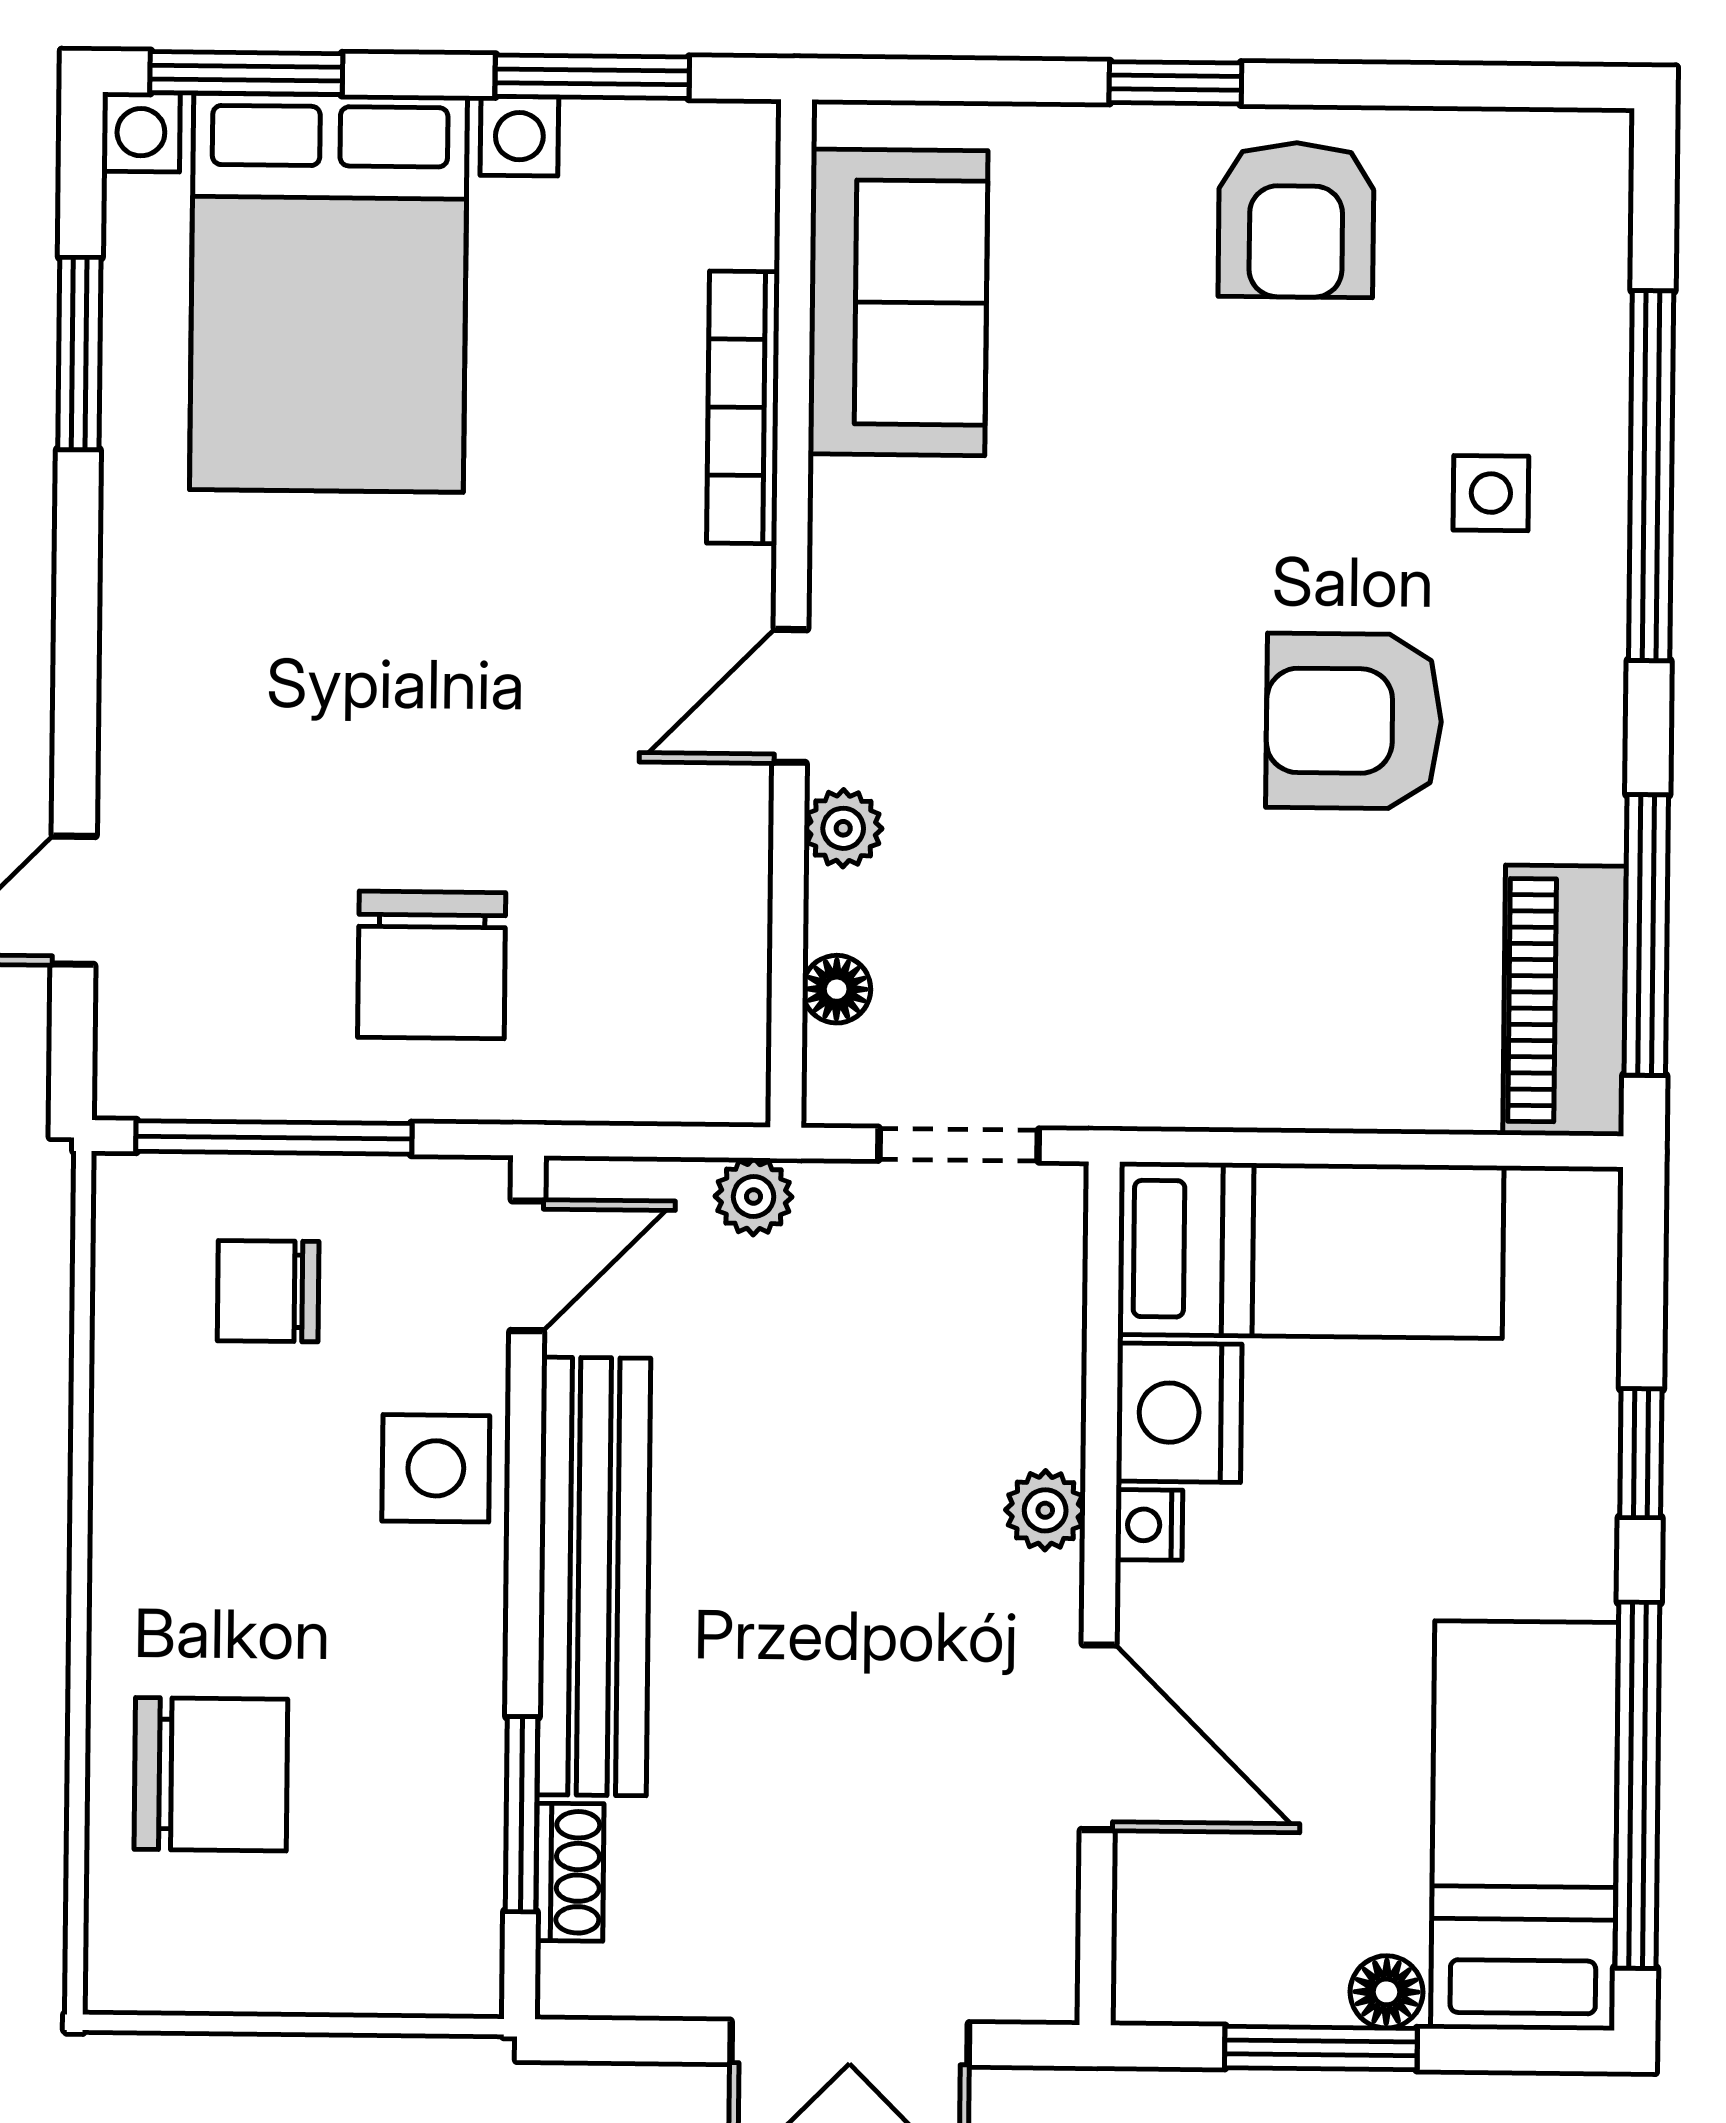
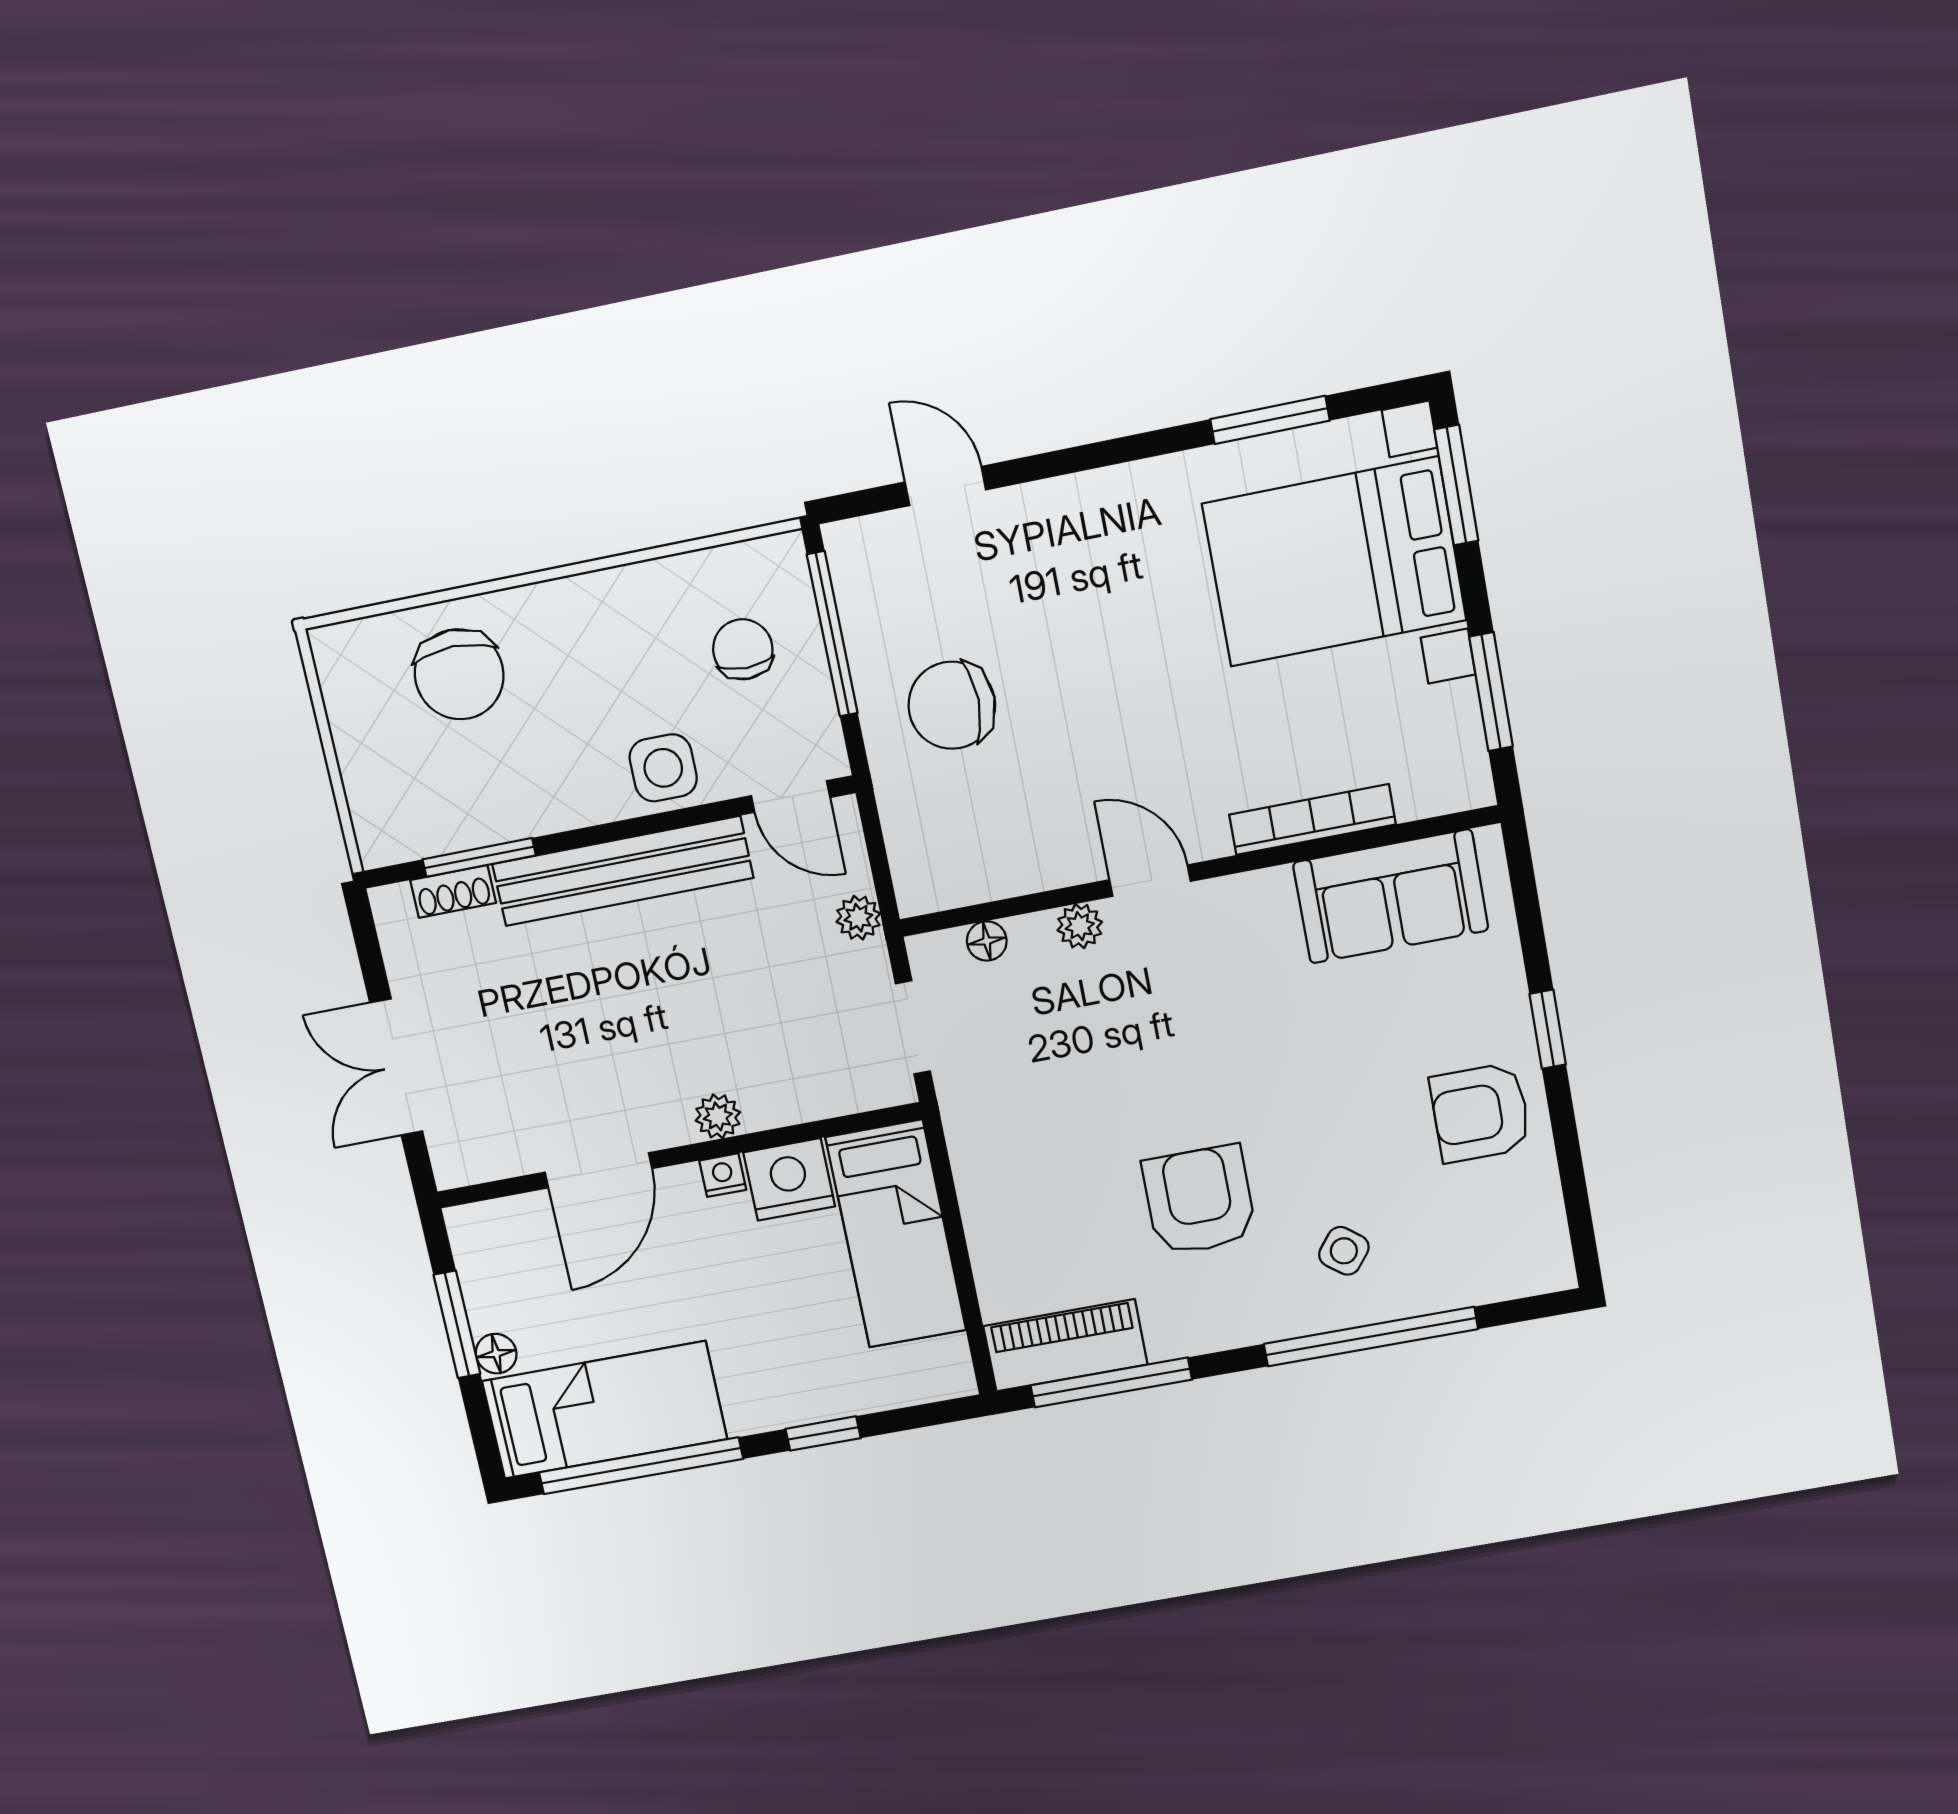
side table: (1491, 493) -> (1344, 1251), turned 38

